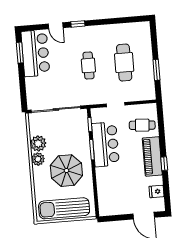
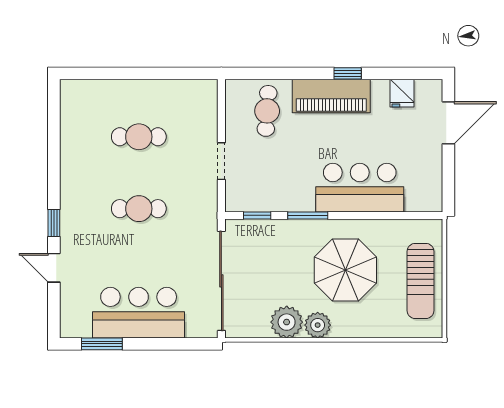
door: (56, 26) -> (54, 268), swing flipped
bar counter: (35, 53) -> (139, 313), moved
cafe table: (124, 63) -> (139, 137), width x0.73, depth x0.74
window: (156, 70) -> (159, 73), removed
bar counter: (105, 144) -> (360, 188), moved
sun lounger: (64, 208) -> (421, 281), width x0.73, depth x0.75

